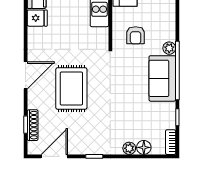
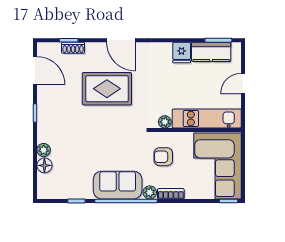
plant: (103, 34) -> (165, 122), added
shoe rack: (33, 125) -> (73, 48), width x0.70
bookcase: (171, 142) -> (171, 194), moved

